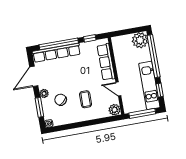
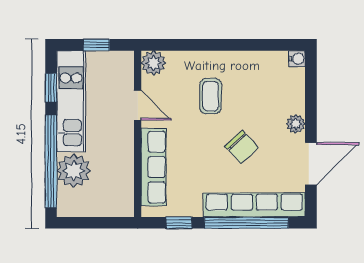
plant: (140, 40) -> (74, 171), moved
chair: (61, 100) -> (242, 147), moved
window: (39, 107) -> (311, 96), removed
window: (142, 113) -> (96, 45), width x0.46

